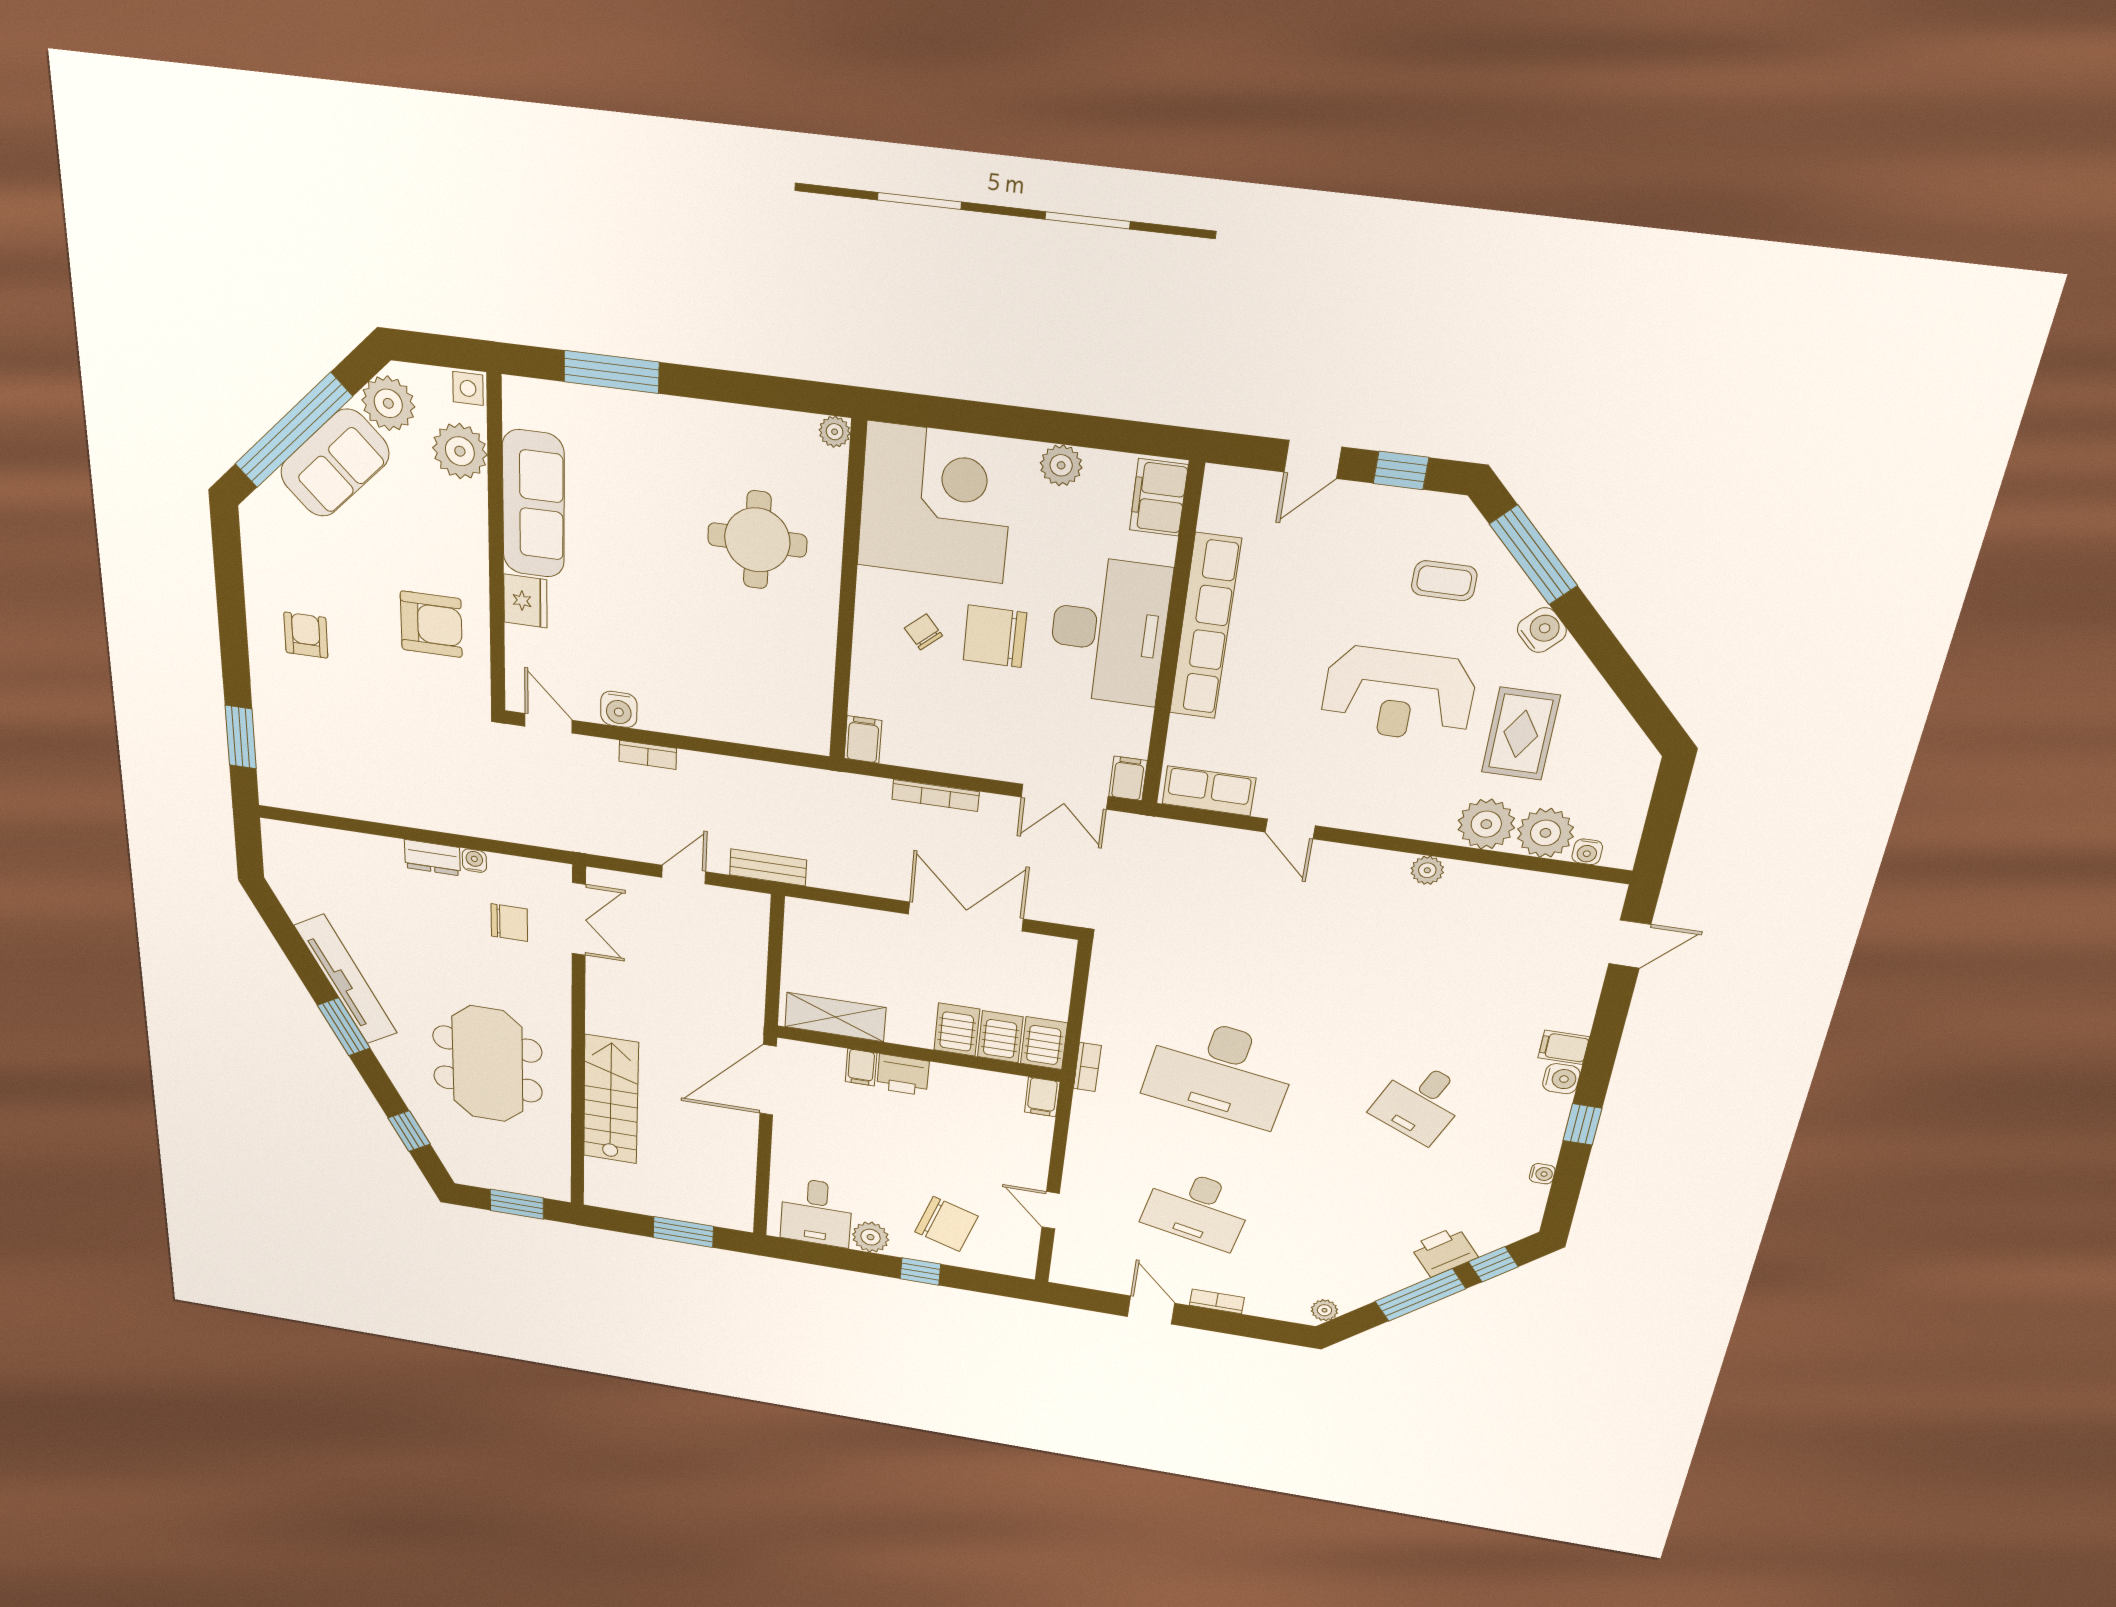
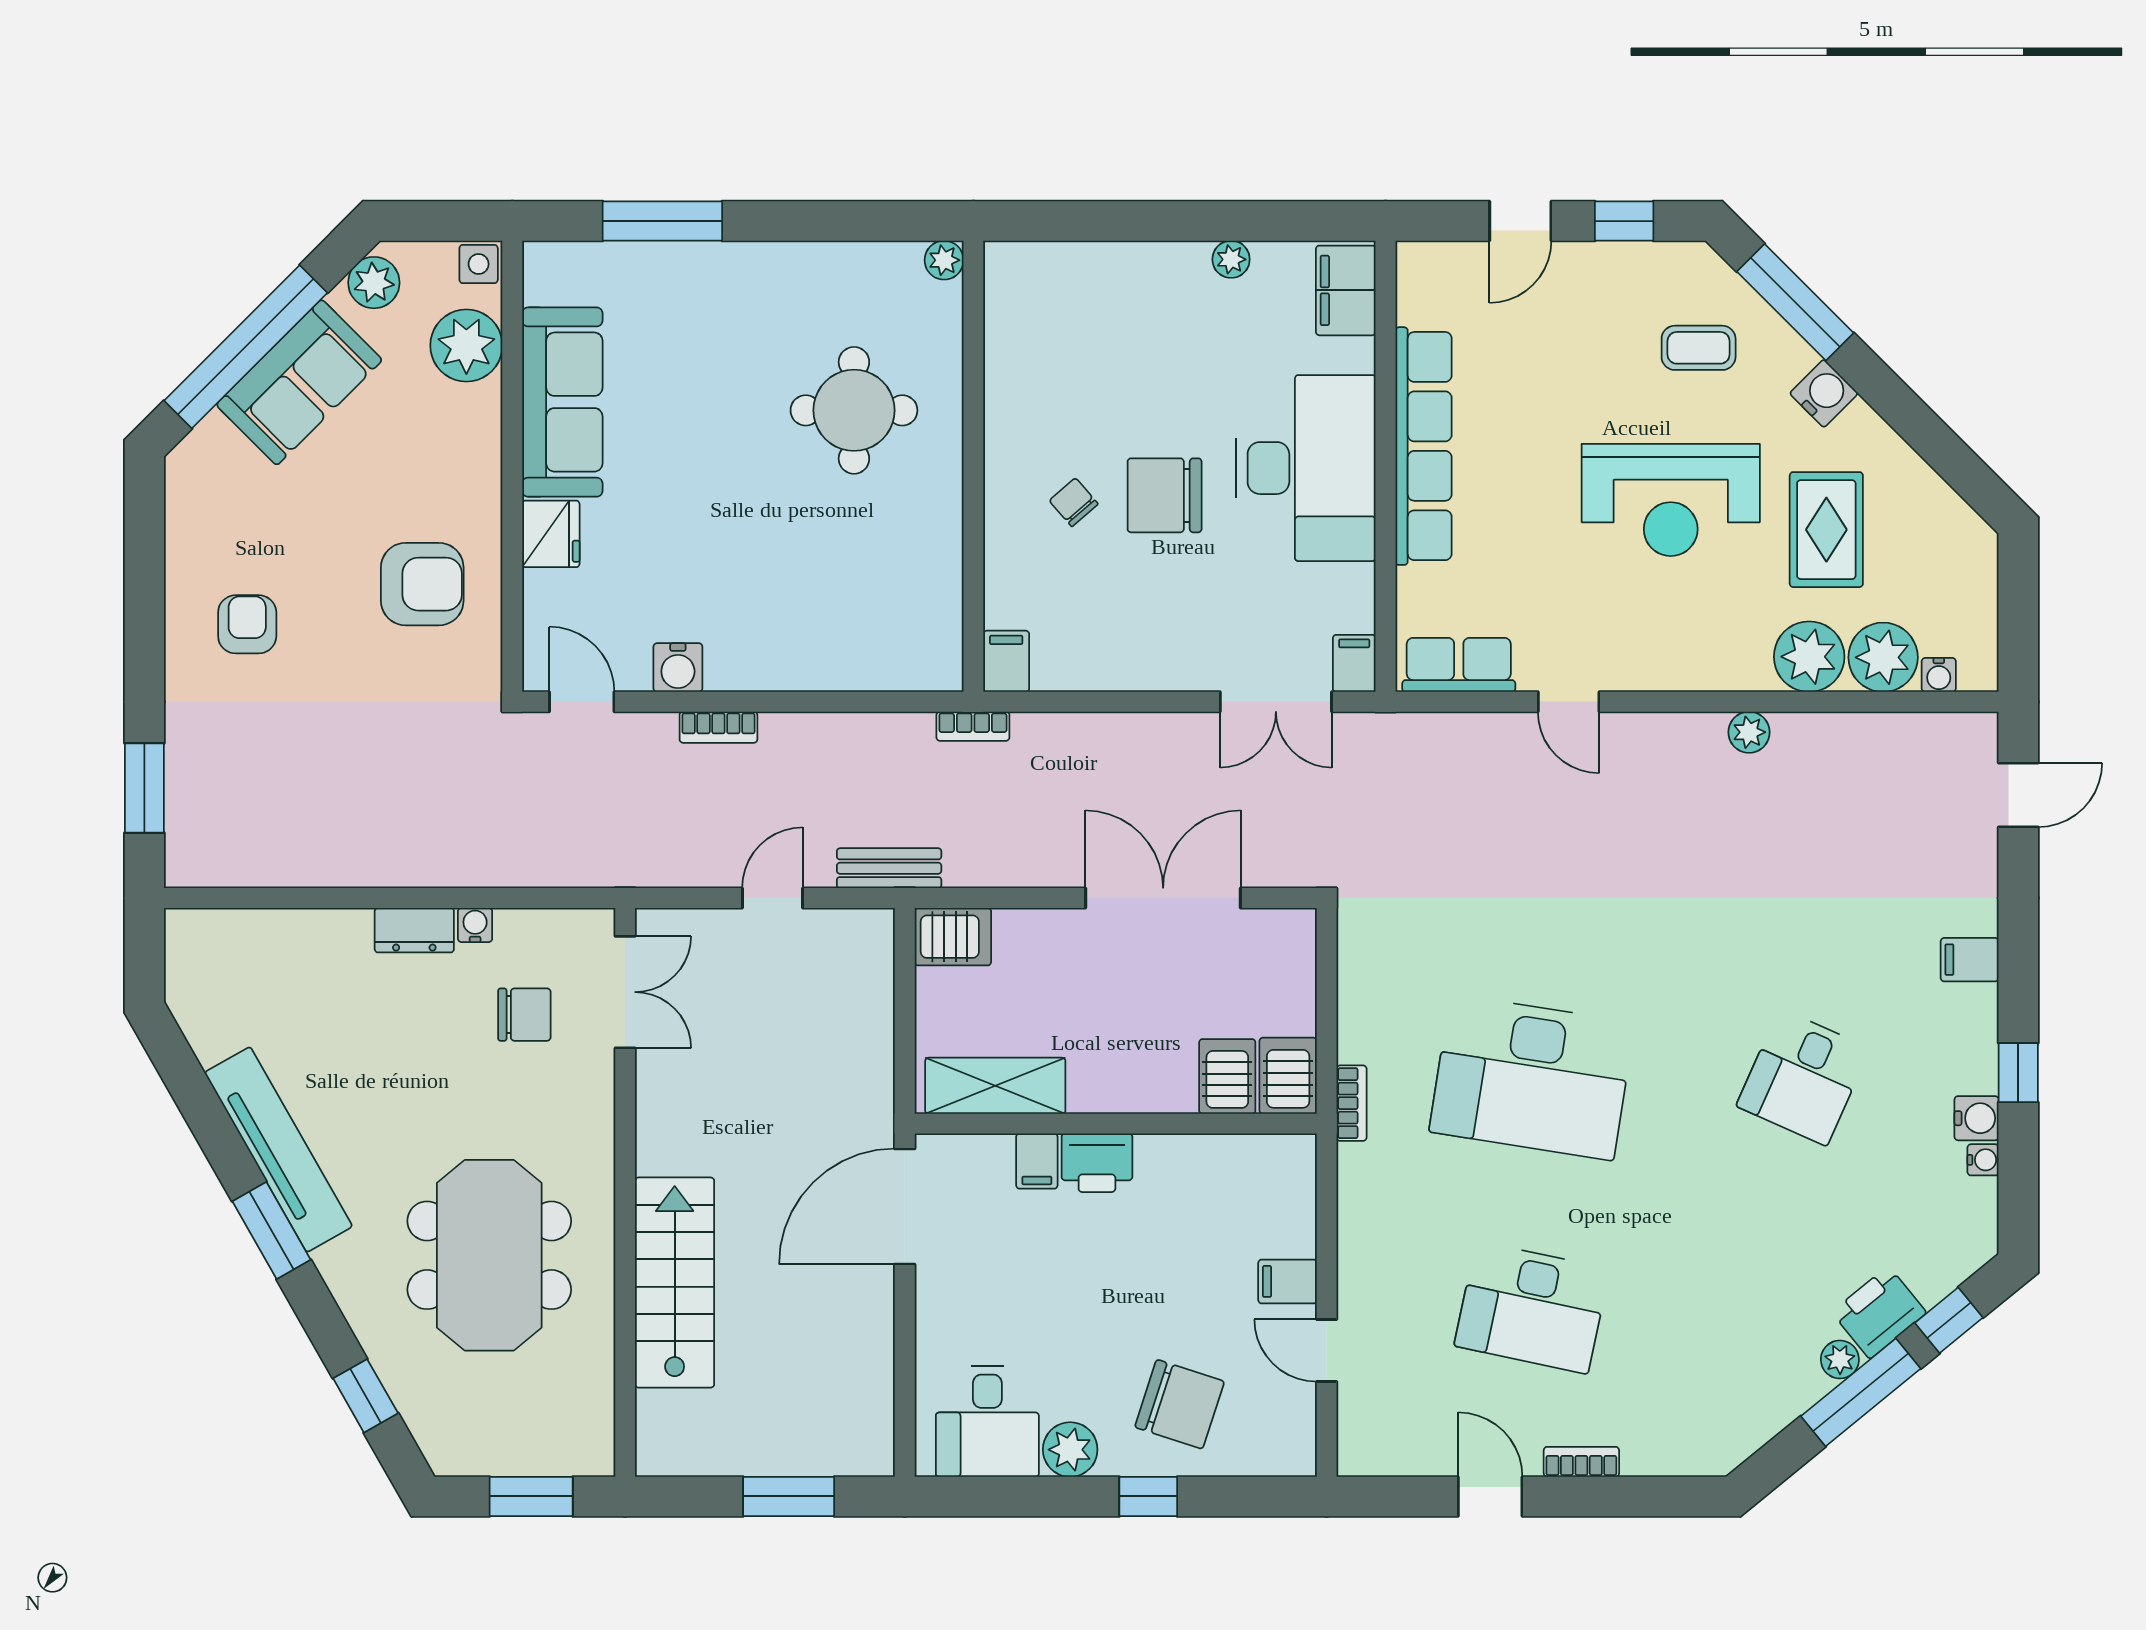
plant: (388, 403) -> (374, 283), width x0.73, depth x0.73
plant: (1061, 465) -> (1231, 259), width x0.73, depth x0.73
corner desk: (936, 503) -> (1075, 333), removed
bookcase: (936, 795) -> (973, 726), moved, width x0.64
server rack: (957, 1030) -> (953, 937), moved, turned 90
water cooler: (1561, 1079) -> (1977, 1118), moved
filing cabinet: (1042, 1097) -> (1288, 1281), moved, turned 90
plant: (1324, 1310) -> (1840, 1359), moved

